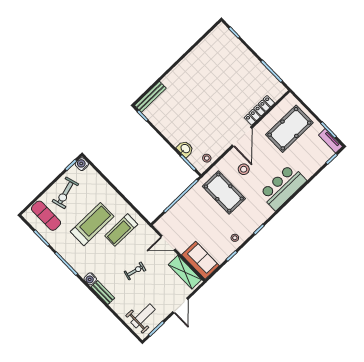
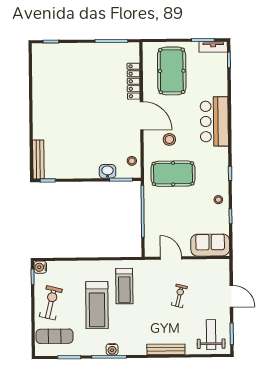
exercise bike: (65, 193) -> (51, 303), turned -150
treadmill: (92, 224) -> (97, 305), turned 180
door: (168, 243) -> (171, 258), swing flipped
exercise bike: (135, 271) -> (179, 296), moved
shelving: (185, 272) -> (208, 267), removed
water cooler: (90, 279) -> (112, 349), moved
bench: (103, 293) -> (166, 349), width x1.36

